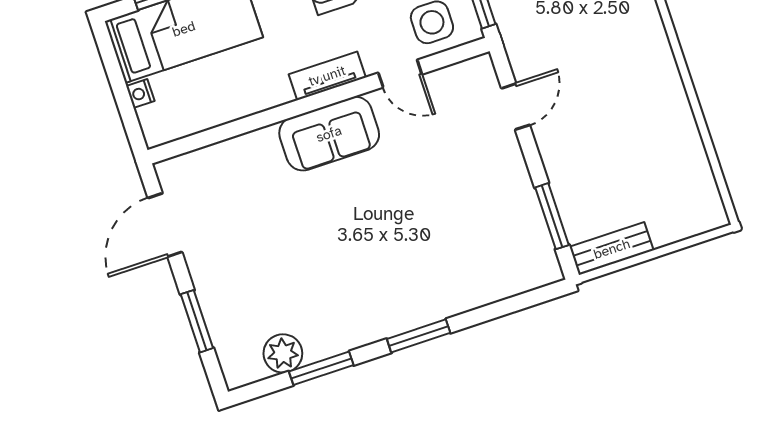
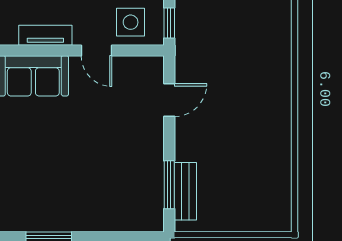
bench: (612, 249) -> (185, 191), moved, turned 90

